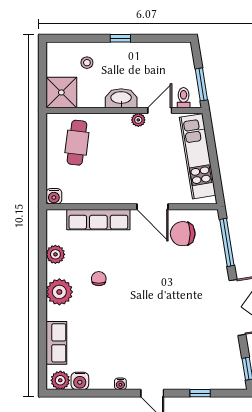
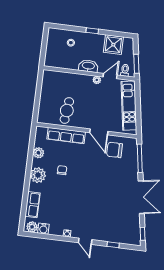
shower: (61, 92) -> (113, 45), moved
cafe table: (77, 143) -> (67, 110), moved
water cooler: (54, 196) -> (42, 119), removed

